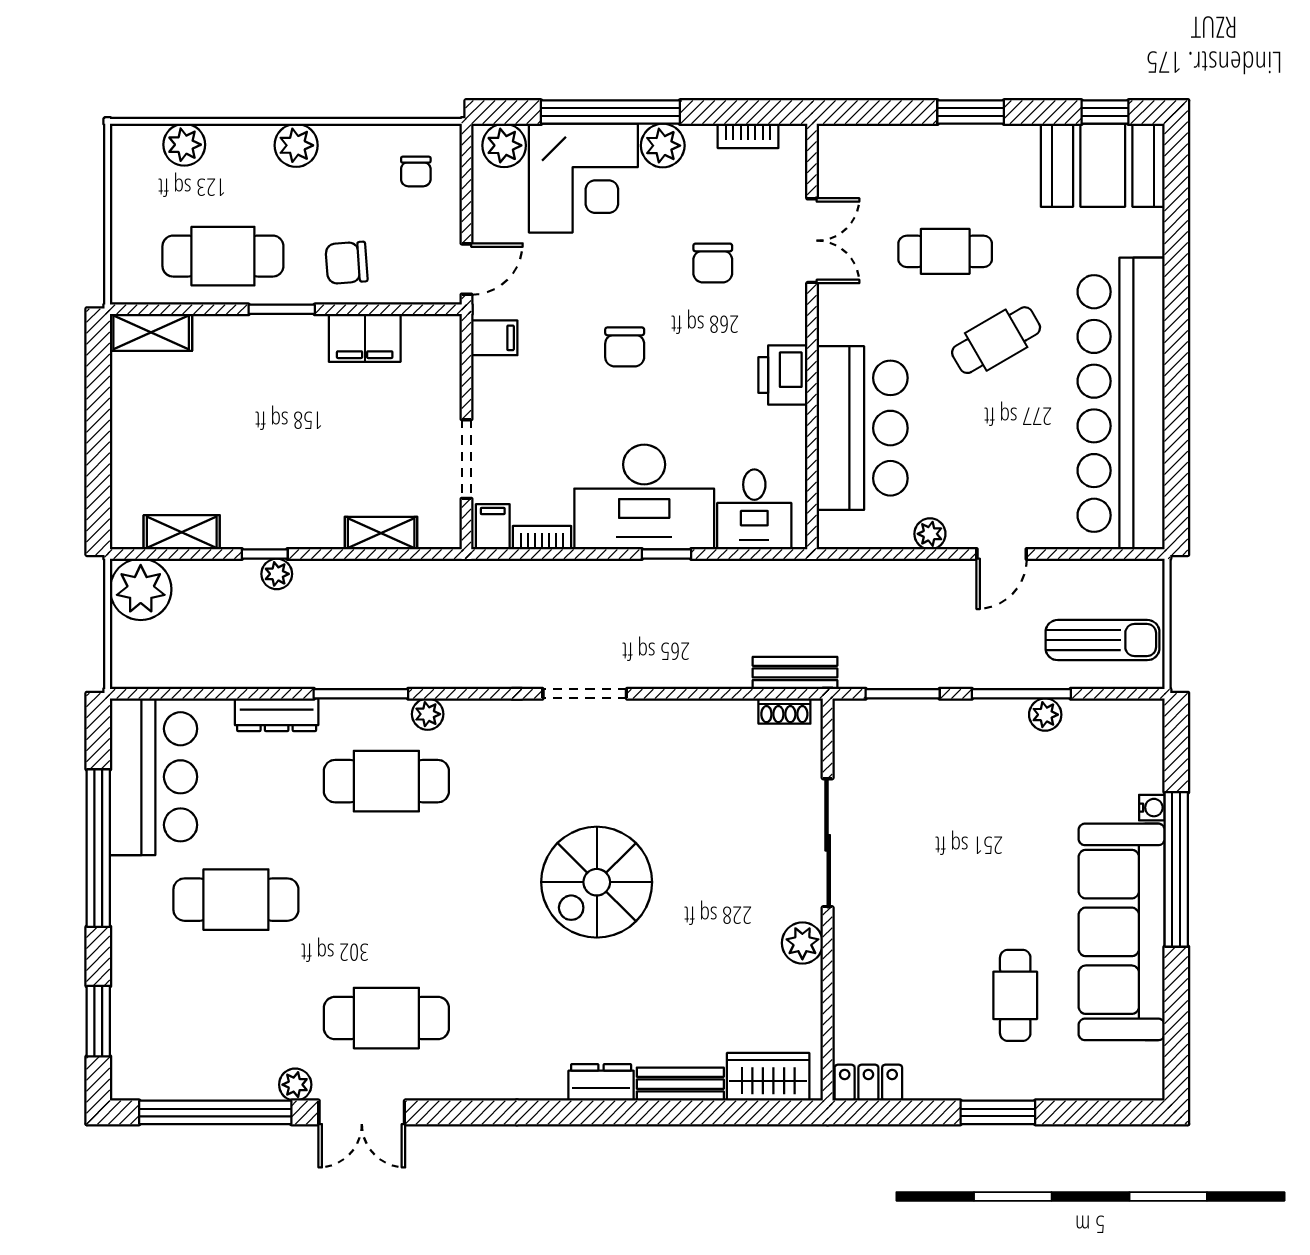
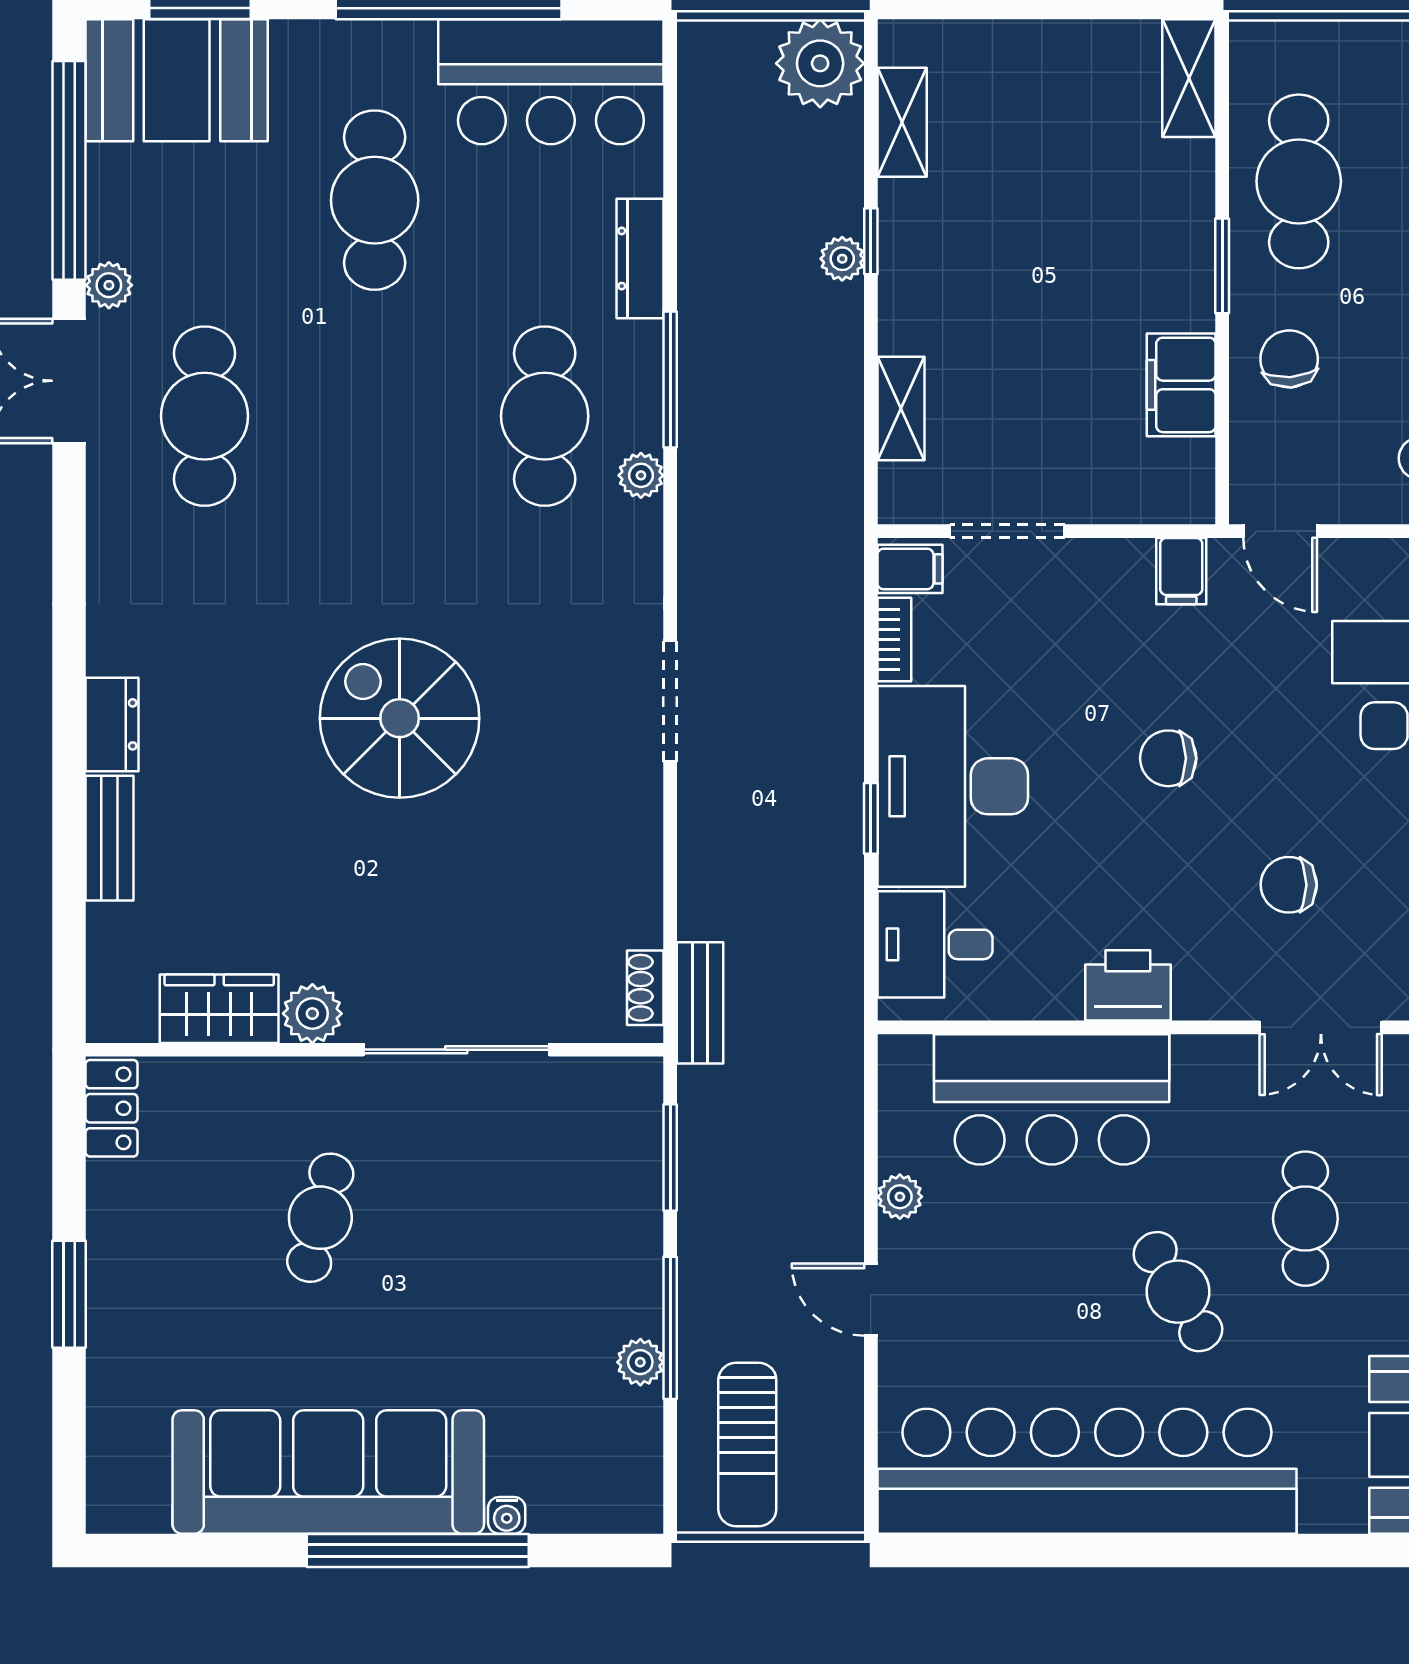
cafe table: (1015, 995) -> (320, 1218), moved, turned -76
booth: (153, 1037) -> (177, 80), added
wardrobe: (768, 1077) -> (219, 1009), moved, turned -90

